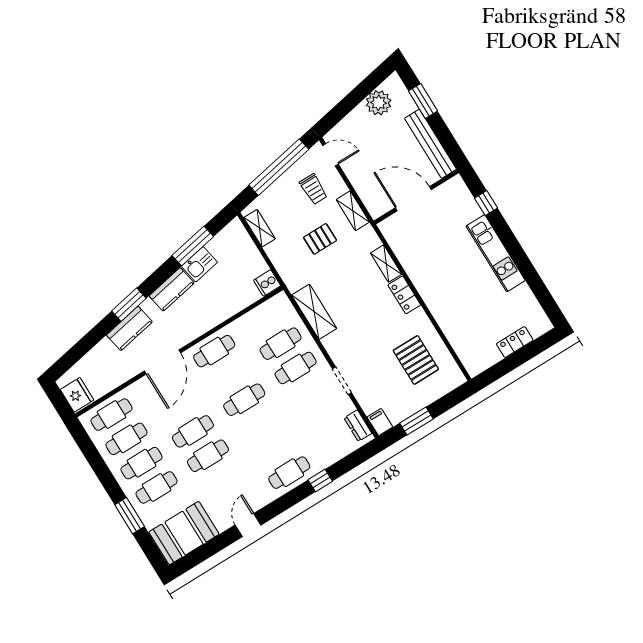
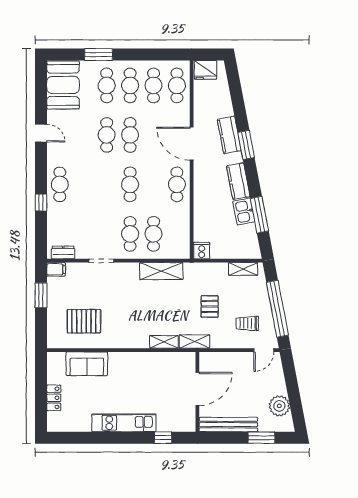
shelving: (353, 211) -> (195, 341), moved
locker: (404, 295) -> (134, 341), removed
sofa: (458, 330) -> (87, 364), added

